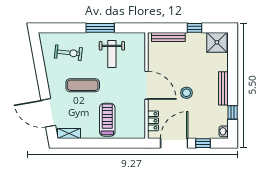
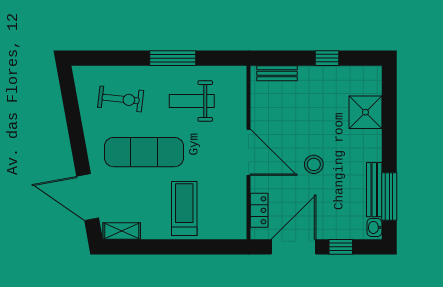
bench: (168, 37) -> (277, 73), width x0.73
shower: (217, 42) -> (365, 112), moved
weight bench: (112, 54) -> (192, 101), turned 90
exercise mat: (83, 85) -> (144, 152), width x1.36, depth x1.45
bench: (223, 88) -> (374, 190), moved
window: (233, 112) -> (389, 196), width x2.17

